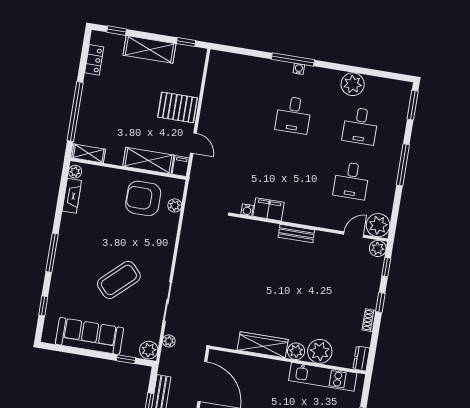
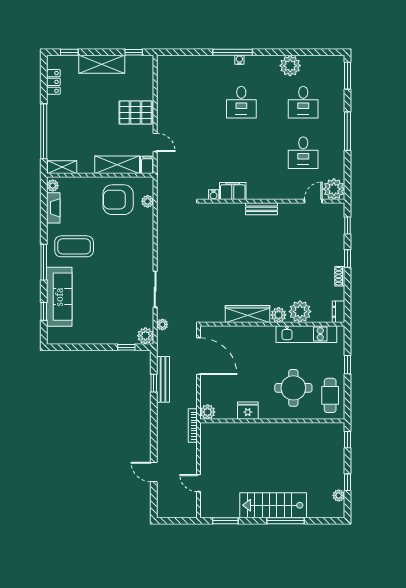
plant: (378, 248) -> (337, 210), removed
coffee table: (119, 280) -> (74, 246), moved, turned 43
sofa: (89, 336) -> (59, 297), moved, turned 90

